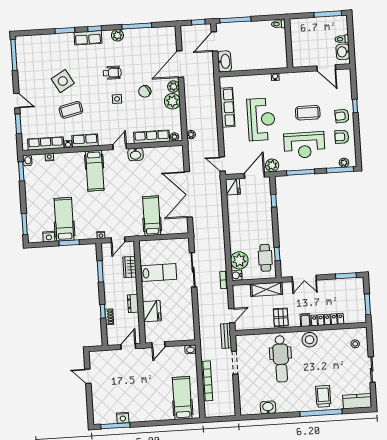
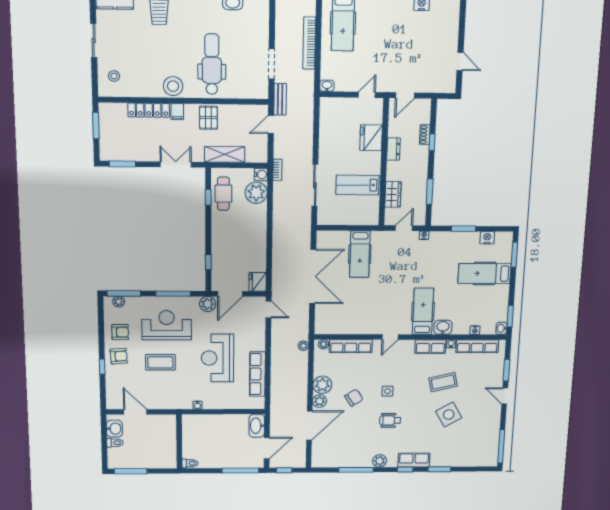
washbasin: (136, 154) -> (443, 327), moved
hospital bed: (64, 219) -> (484, 274), moved, turned 90

